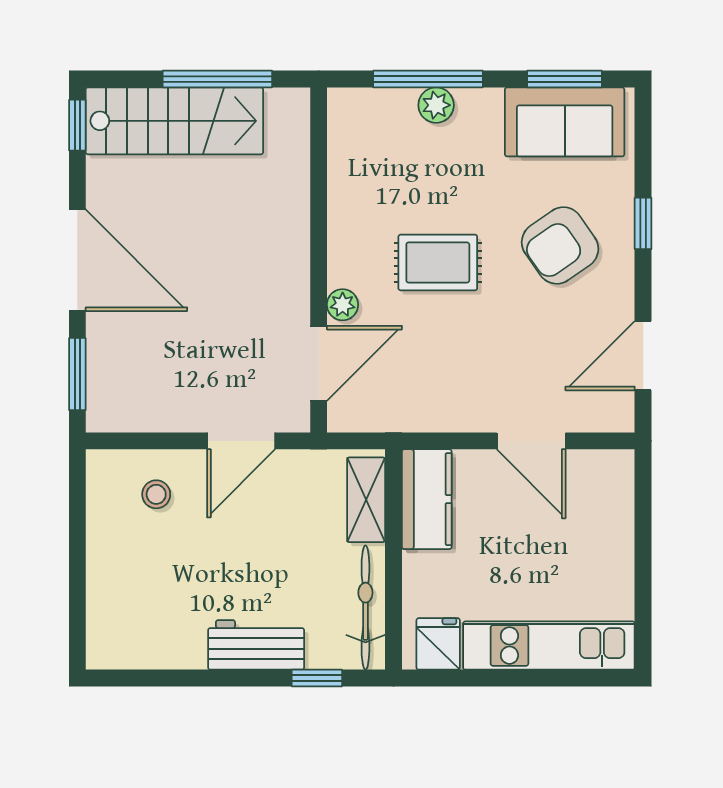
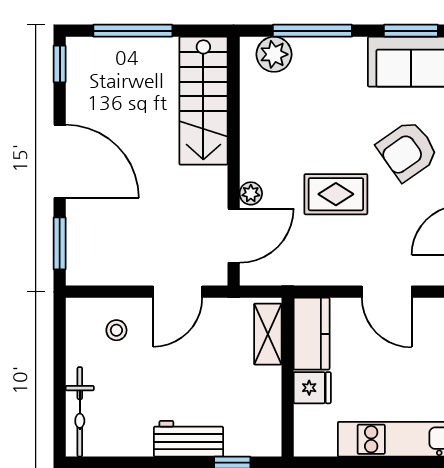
window: (217, 79) -> (133, 31), moved
plant: (436, 105) -> (274, 54), moved, width x1.38, depth x1.38
stairs: (174, 121) -> (203, 101), moved, turned 90
rug: (438, 262) -> (336, 194), moved
bicycle: (365, 608) -> (80, 412), moved, turned 180
fridge: (438, 644) -> (312, 388), moved, turned 90

